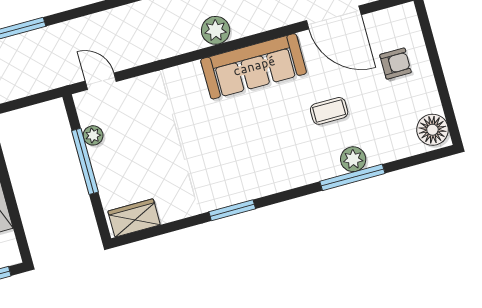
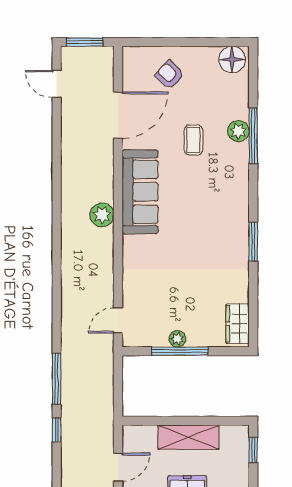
armchair: (396, 64) -> (170, 75), turned -47
plant: (93, 135) -> (177, 339), moved

